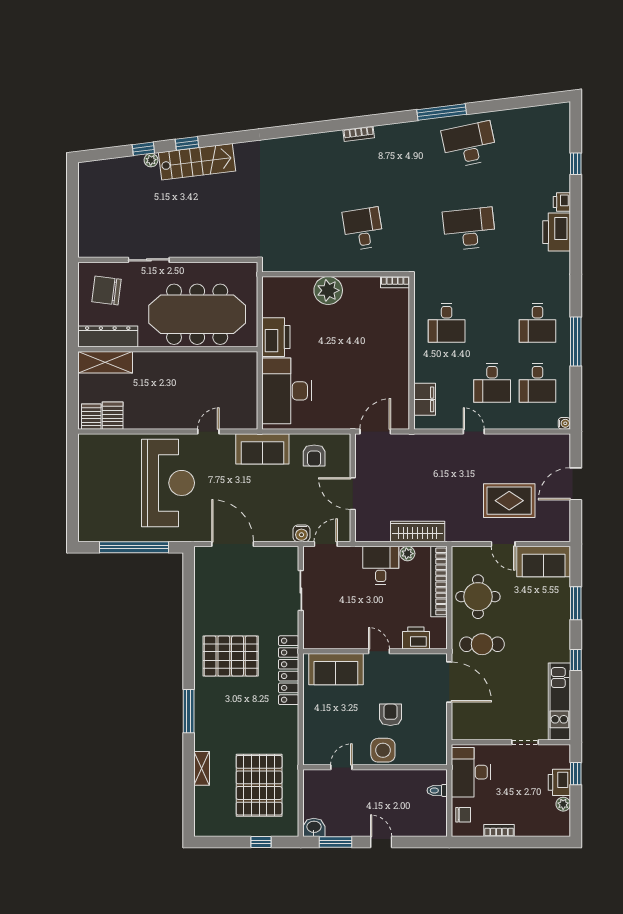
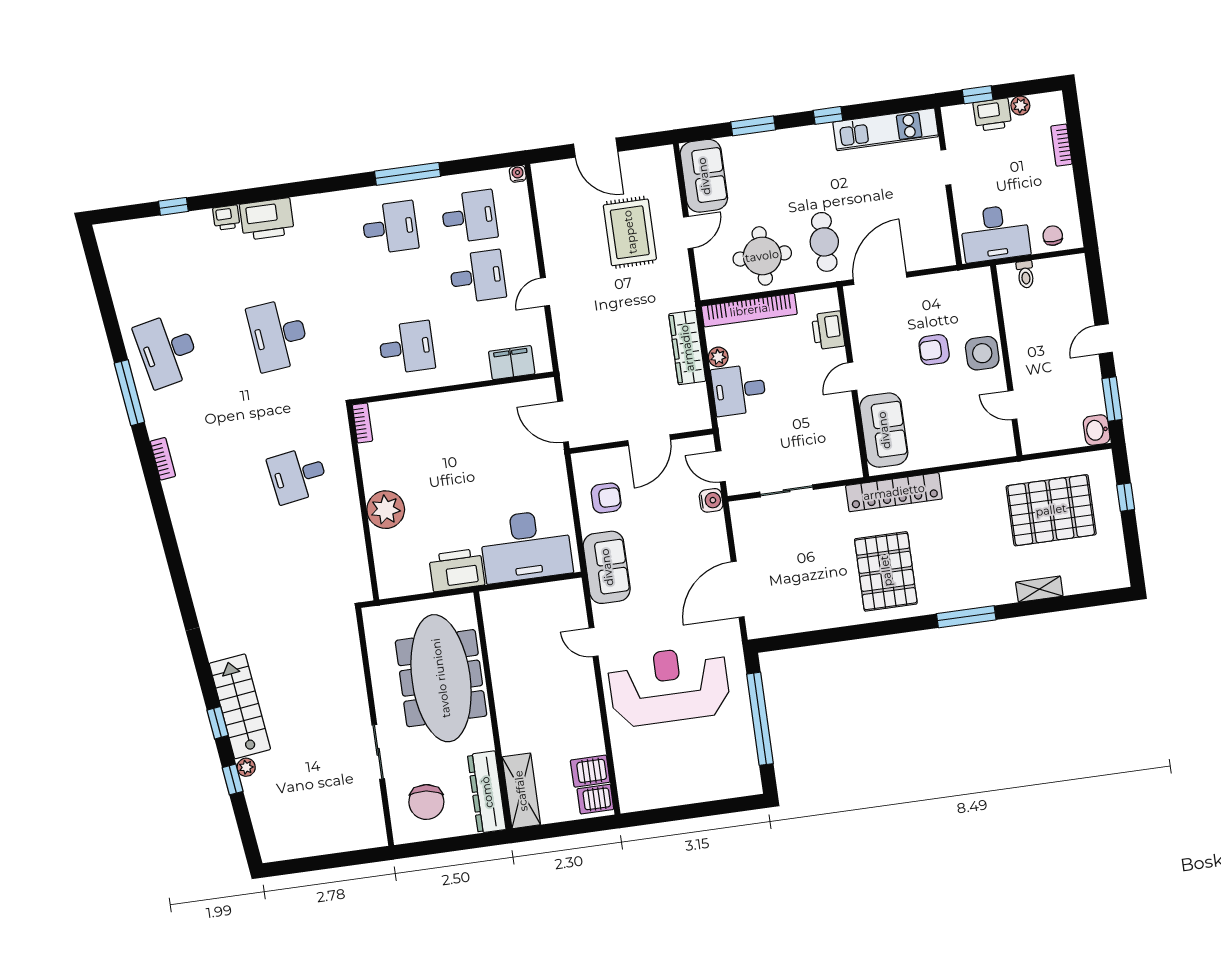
bookcase: (359, 134) -> (163, 459), moved
bookcase: (499, 831) -> (1061, 145), moved

